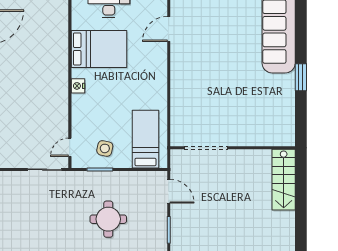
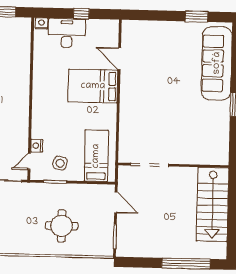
door: (169, 29) -> (119, 59), hinge flipped
bed: (99, 49) -> (93, 86), moved, turned 180
nightstand: (78, 86) -> (37, 146), moved
stairs: (284, 180) -> (212, 204), width x1.36, depth x1.51

